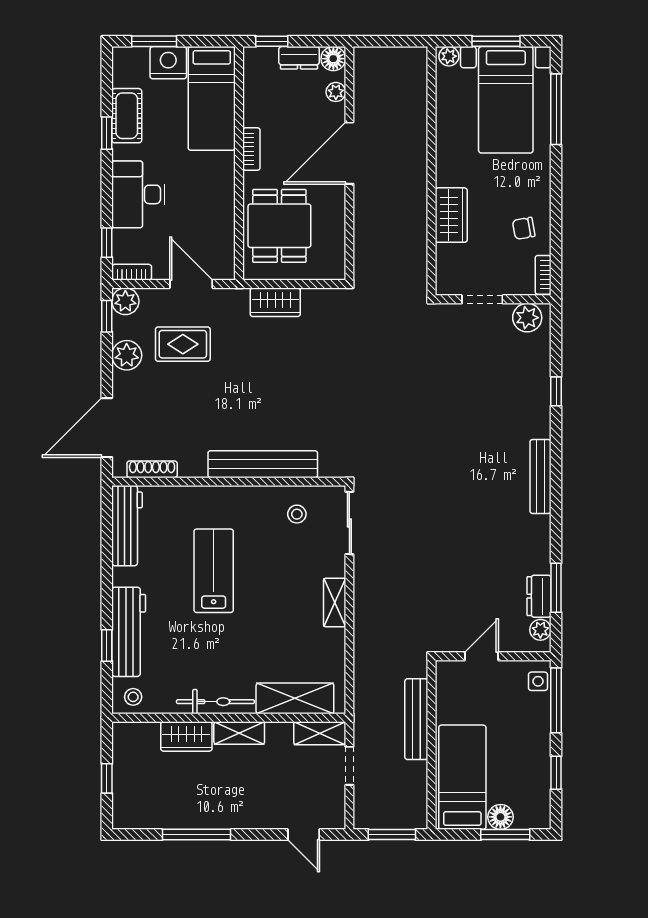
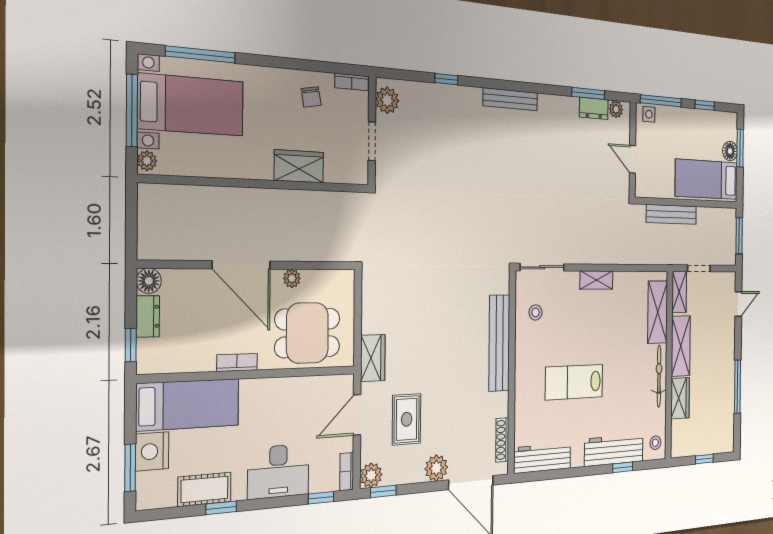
window: (496, 41) -> (132, 110), width x1.44
plant: (336, 92) -> (292, 278), moved
wardrobe: (275, 302) -> (373, 358), moved
plant: (127, 355) -> (436, 468), moved
shelving: (239, 733) -> (681, 346), width x1.50, depth x1.33

